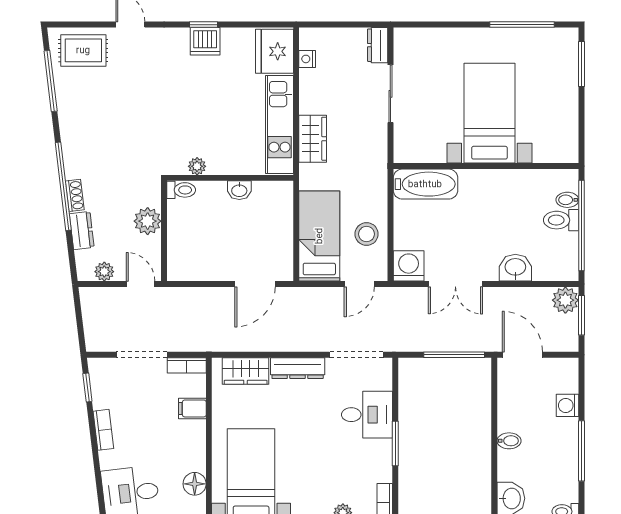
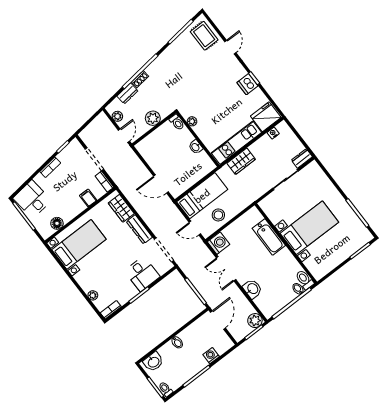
bathtub: (425, 184) -> (269, 237), moved
toilet: (561, 220) -> (305, 280), moved

